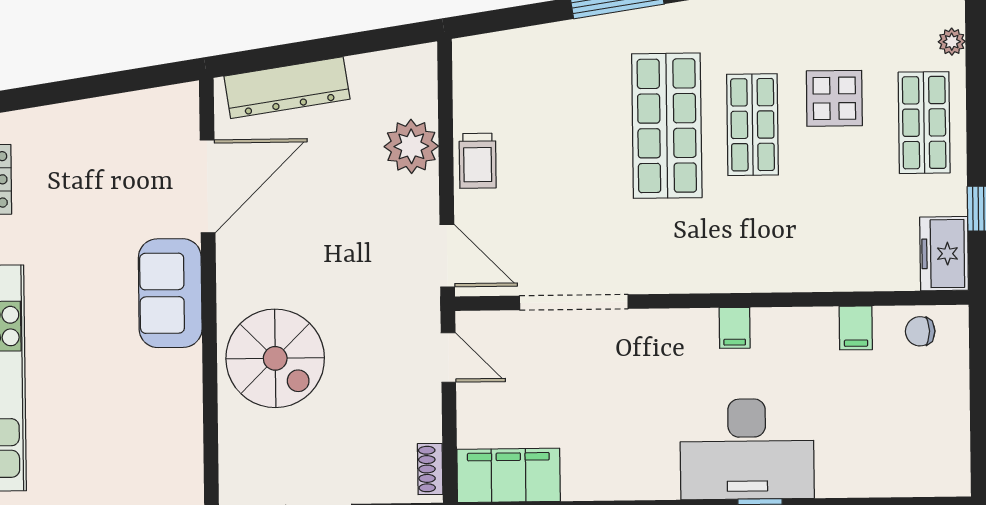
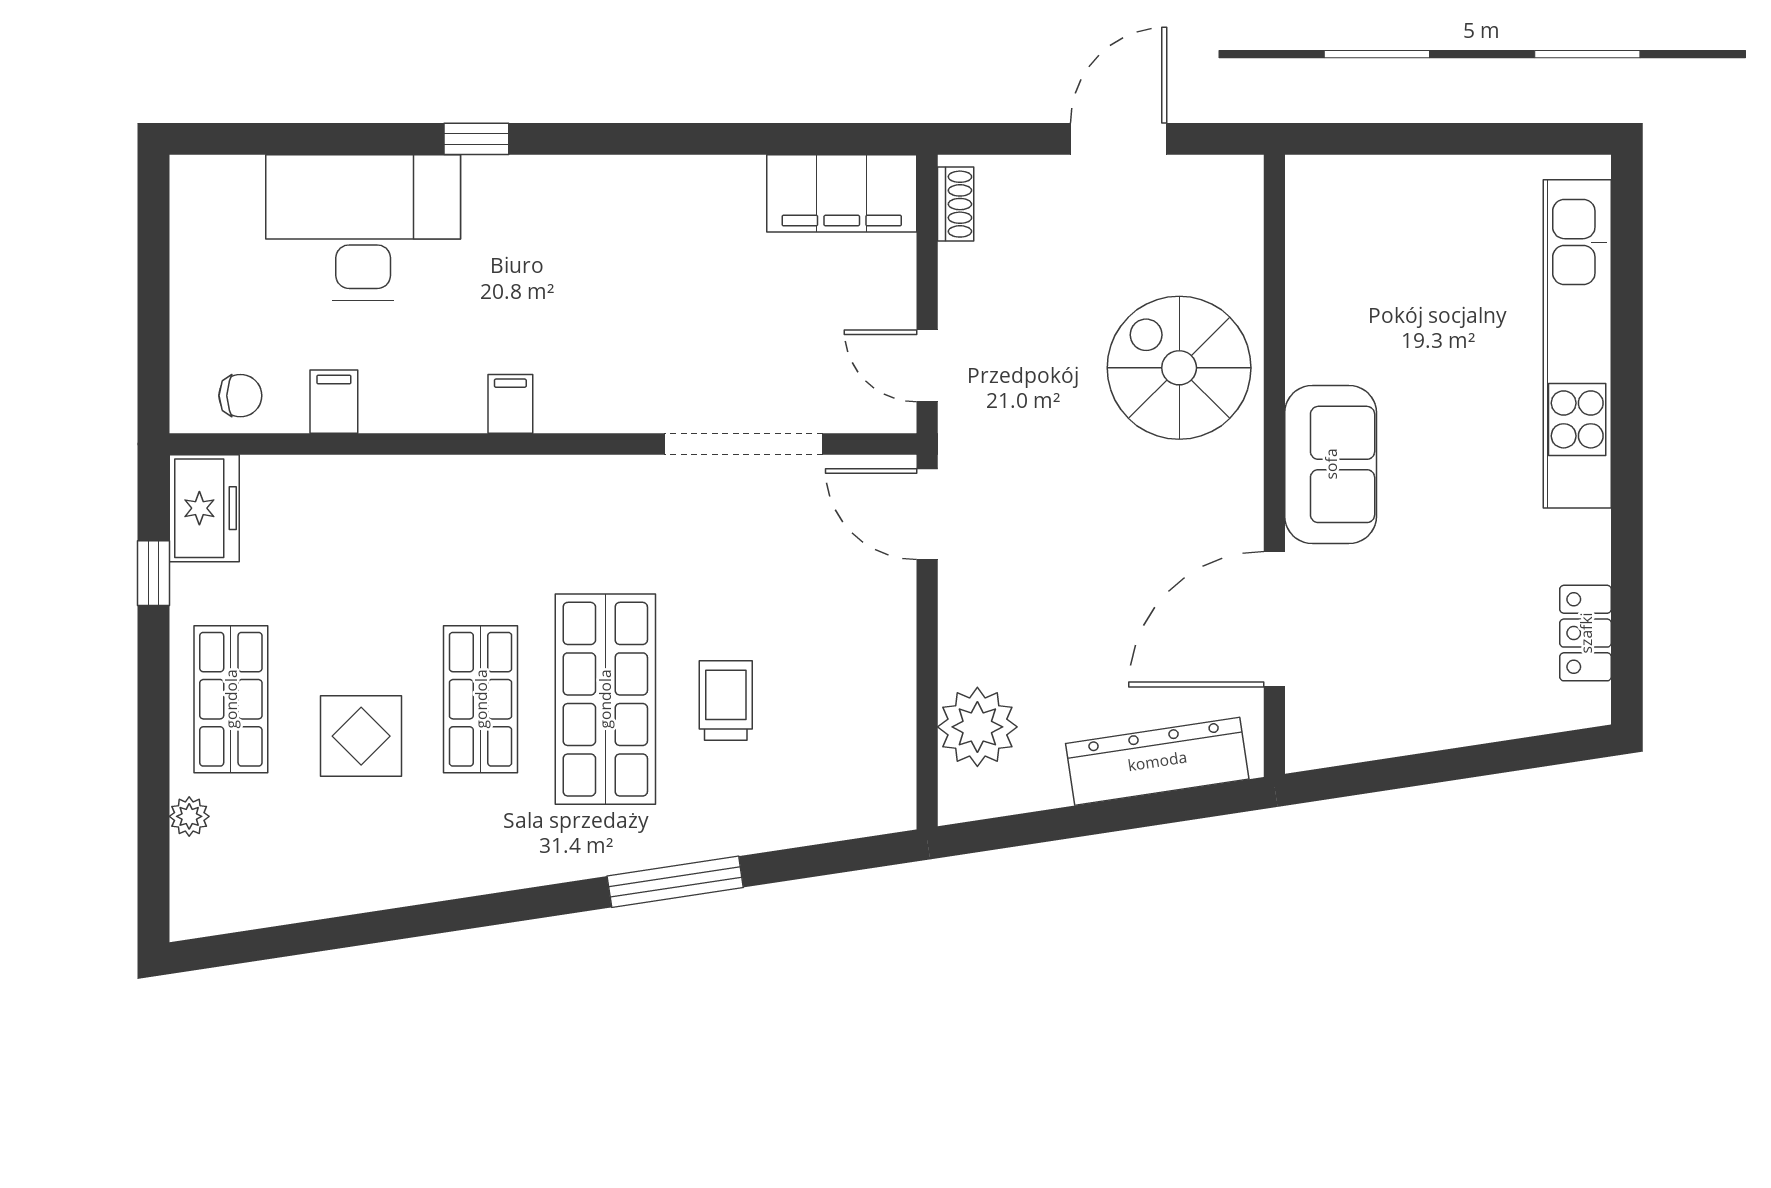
plant: (411, 146) -> (977, 727), moved
trolley: (478, 161) -> (726, 700), moved
desk: (747, 449) -> (363, 227), moved

